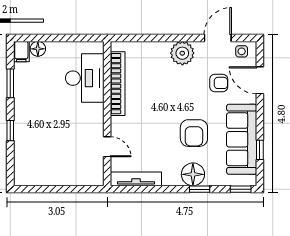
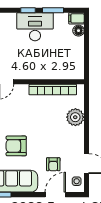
plant: (182, 53) -> (75, 117), moved
desk: (85, 78) -> (35, 27), moved, turned 180
window: (10, 131) -> (28, 10), moved

